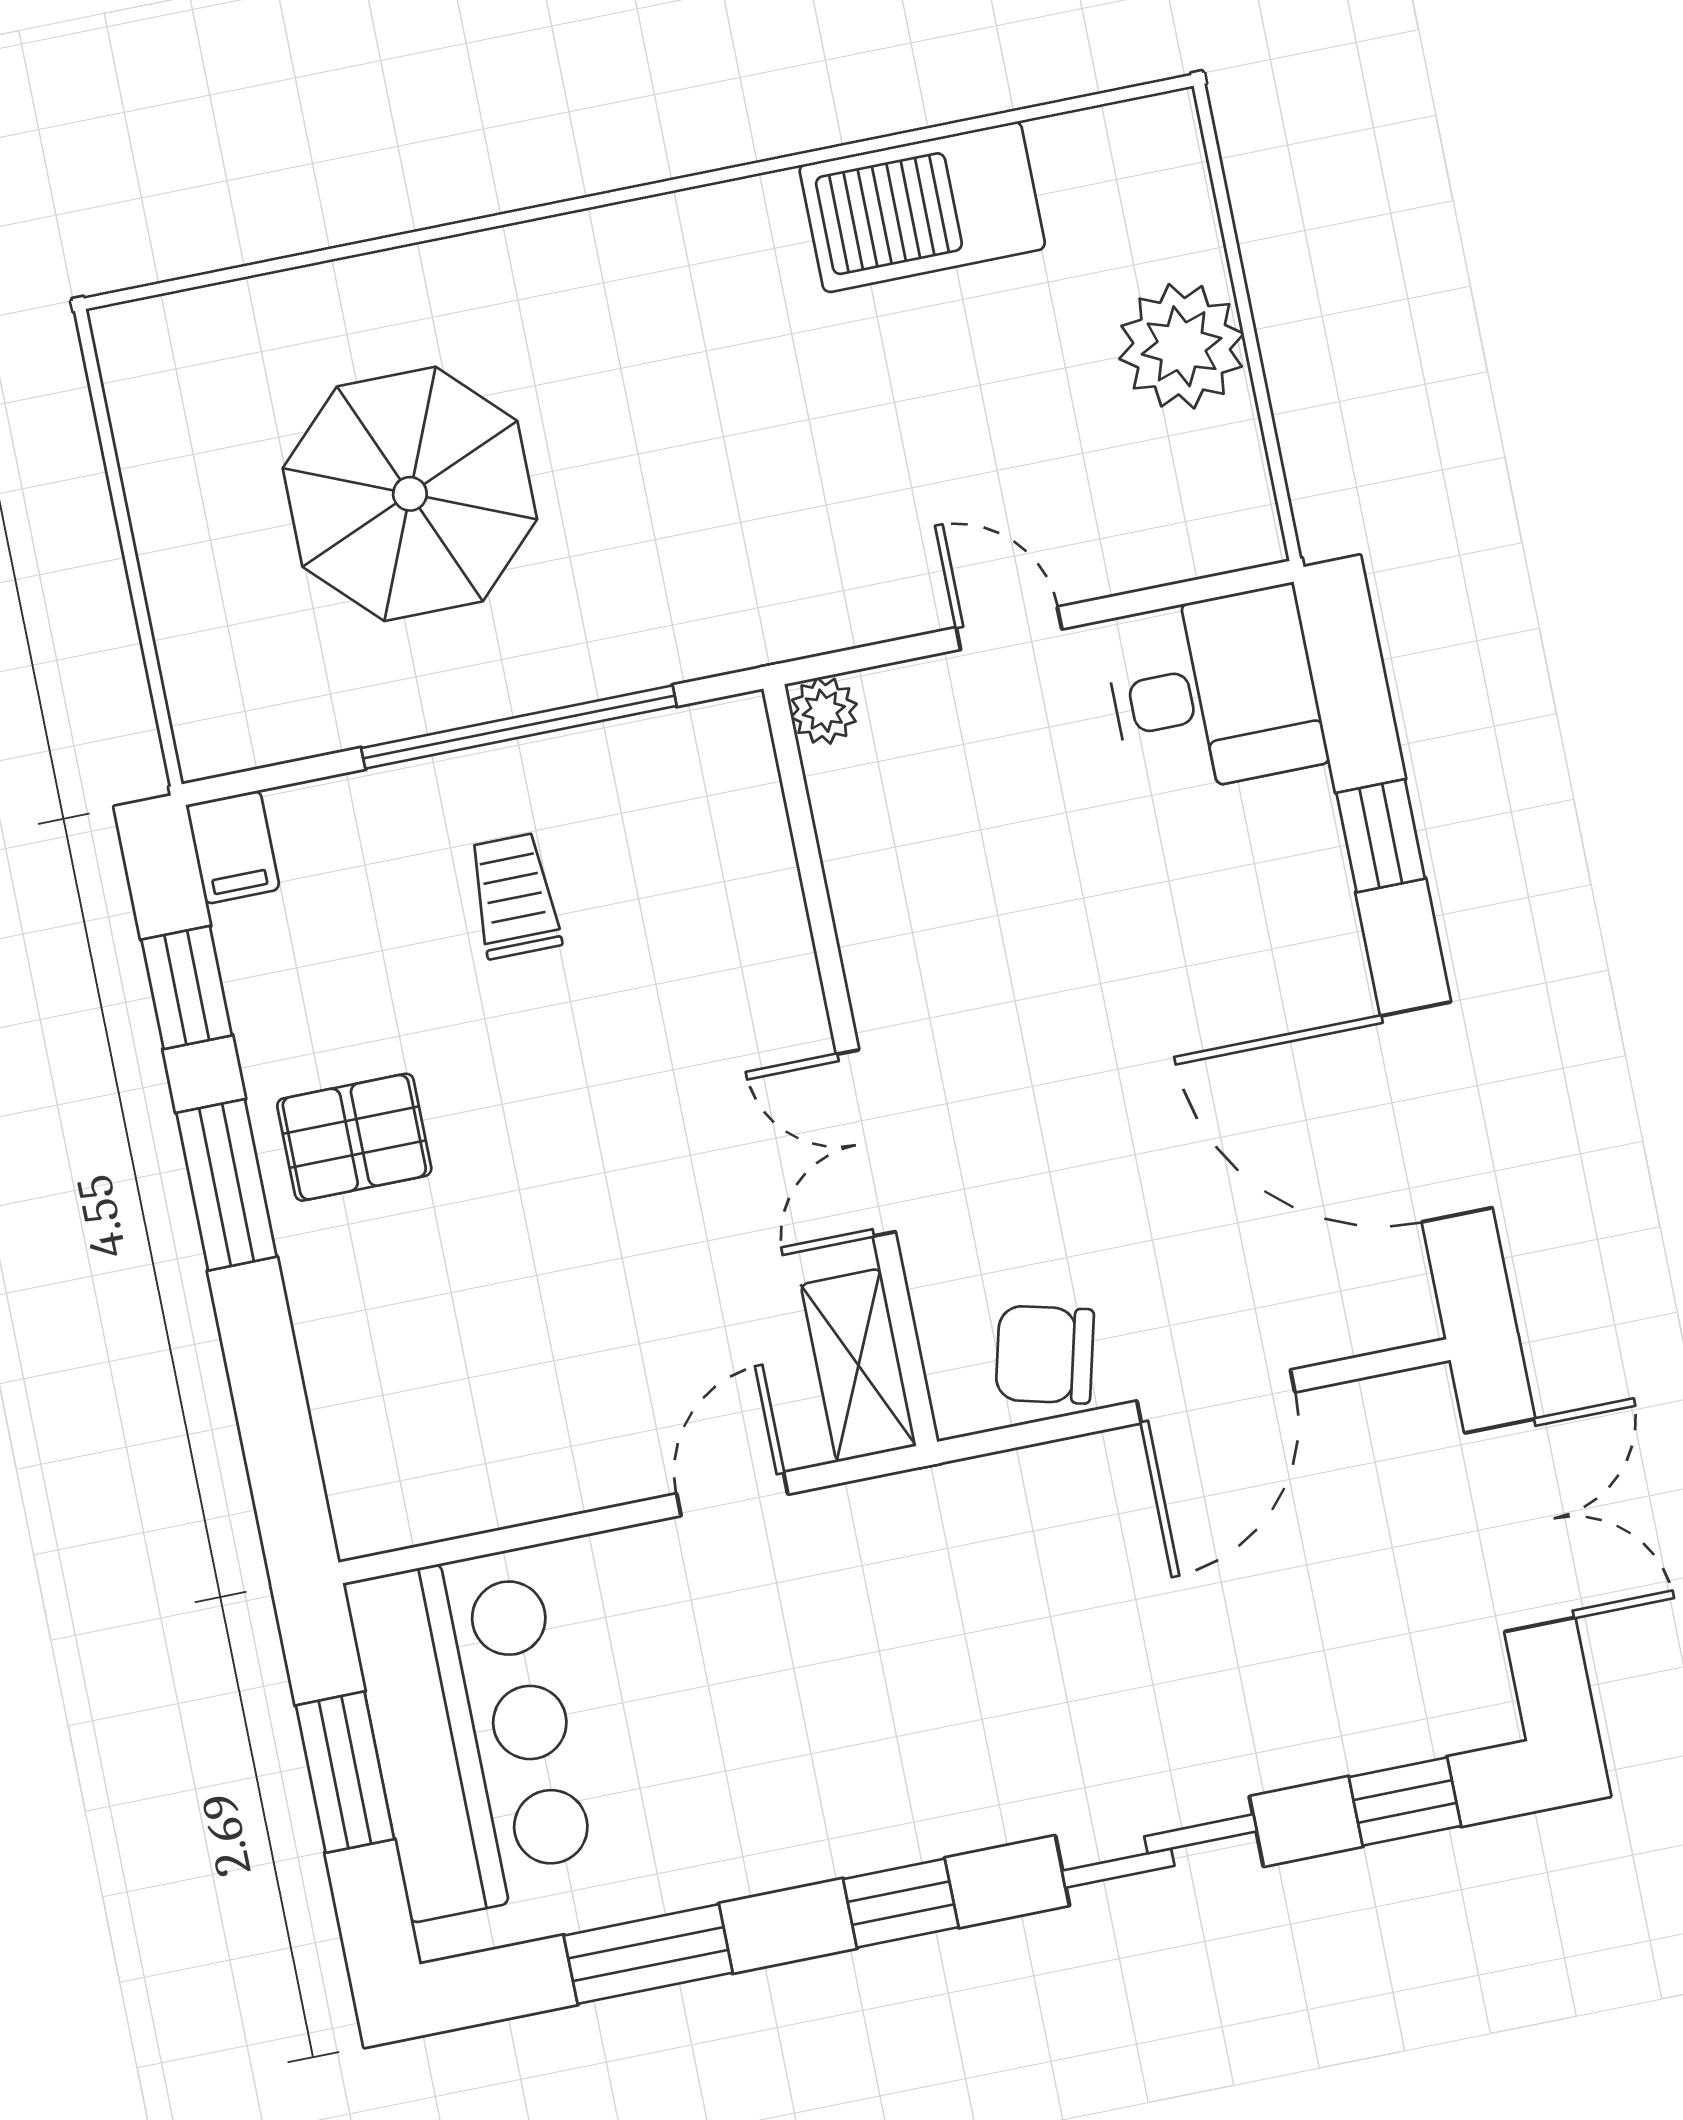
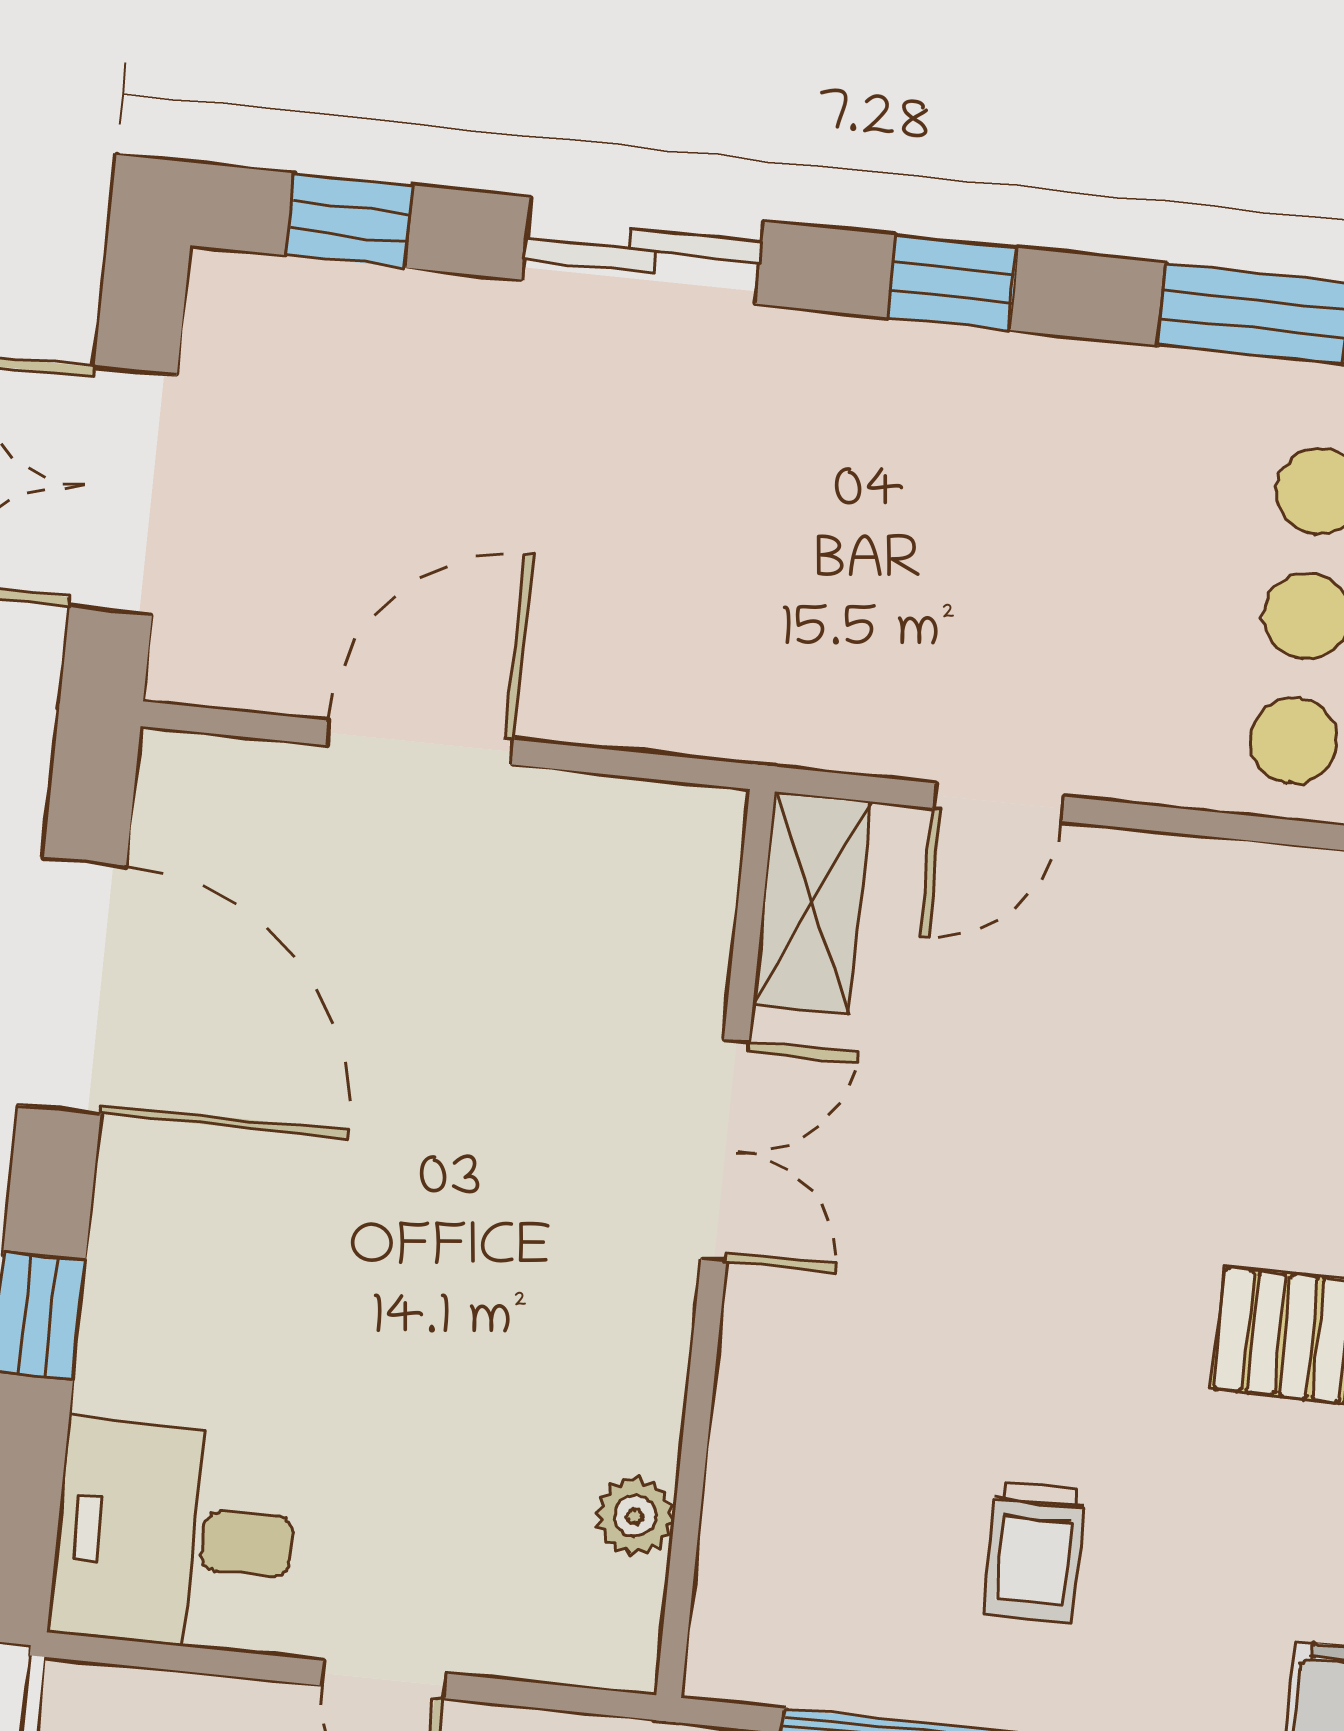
plant: (824, 711) -> (635, 1516), moved
chair: (1045, 1355) -> (598, 850), removed

